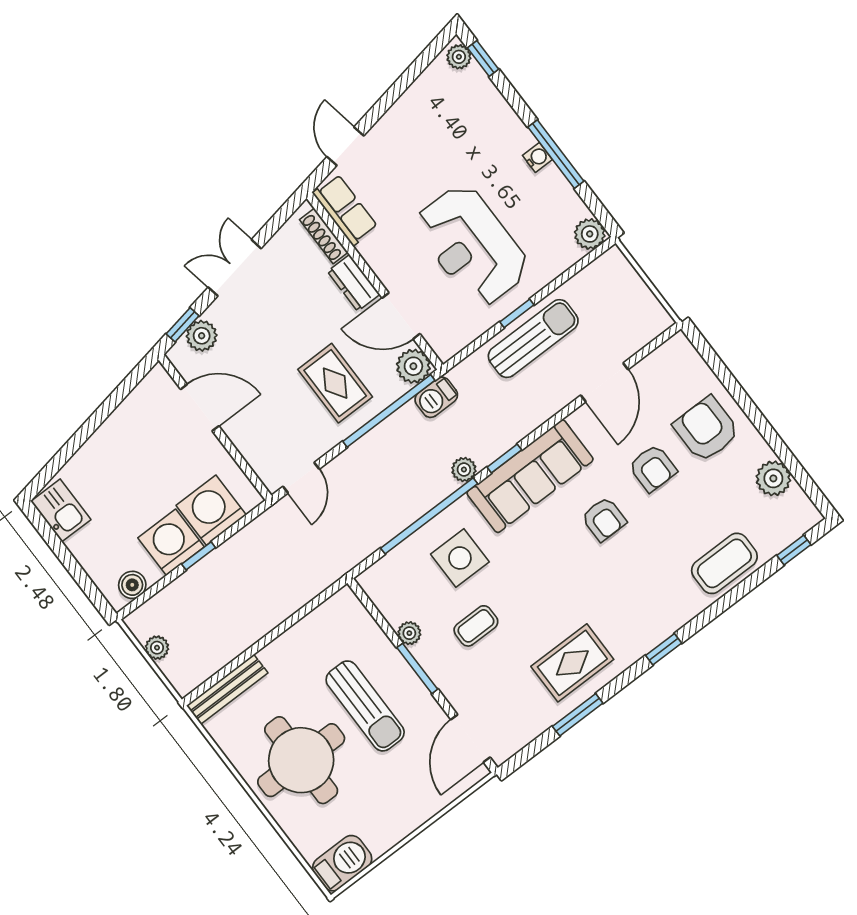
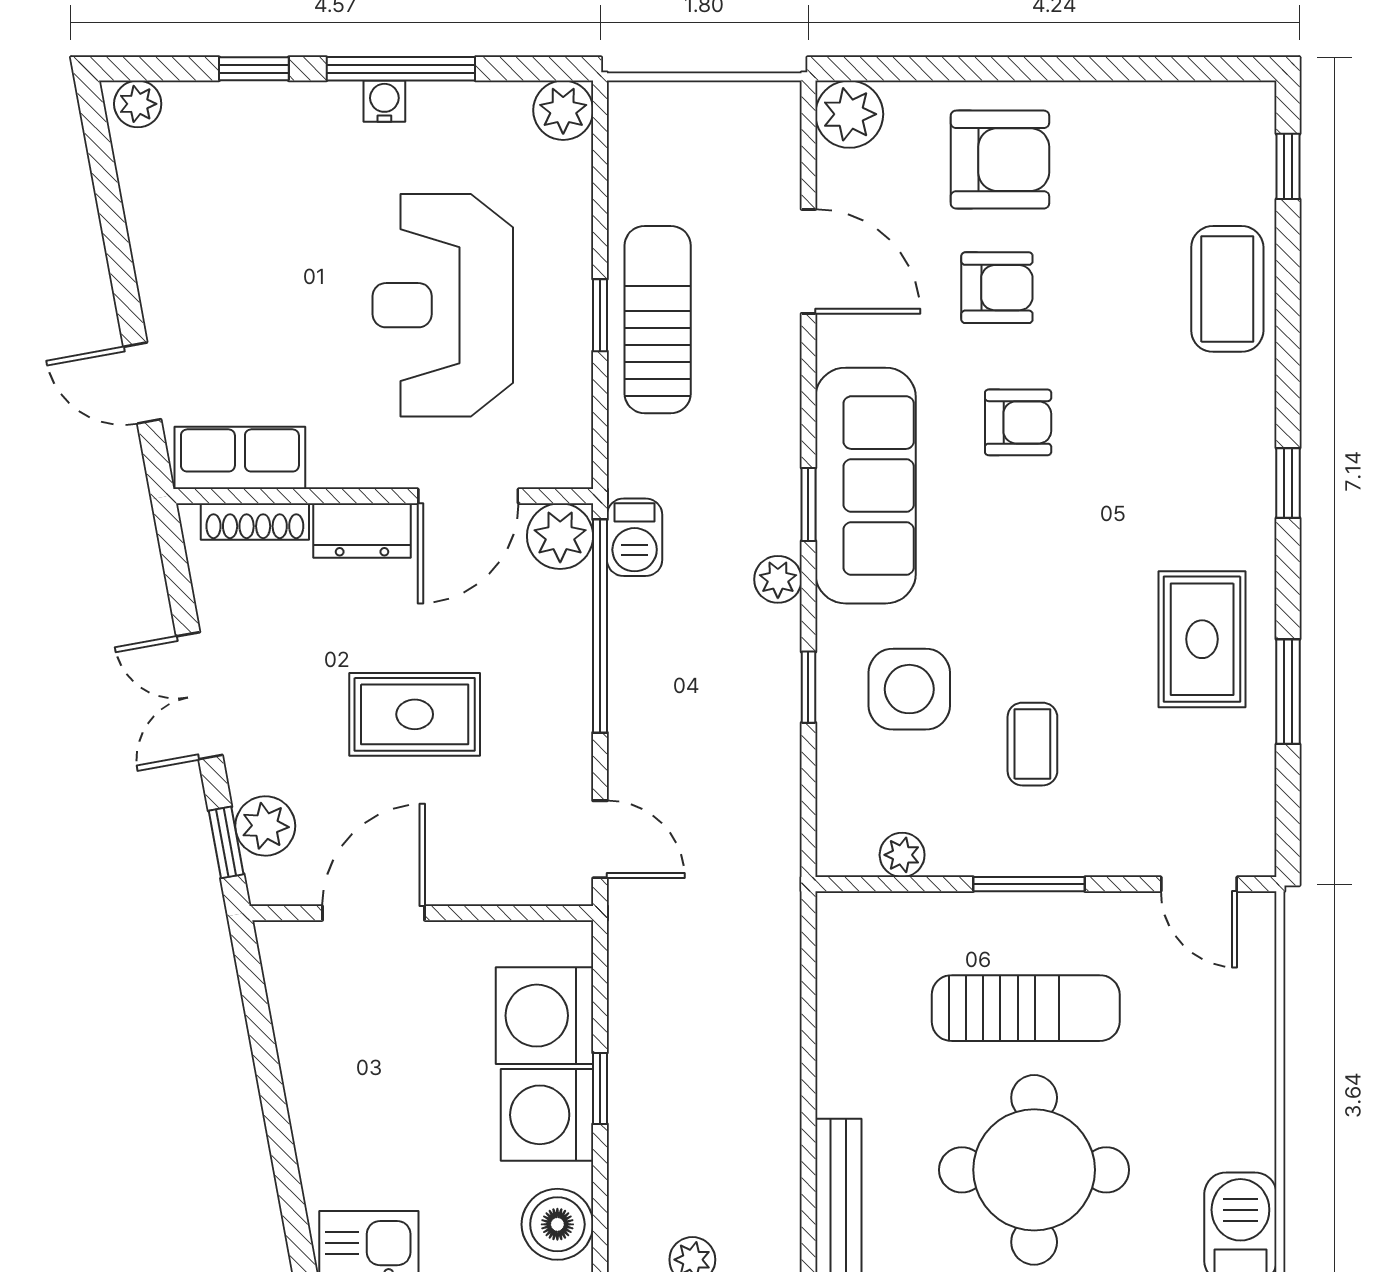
window: (483, 58) -> (254, 69), moved
reception desk: (472, 246) -> (443, 305), turned 90
rug: (335, 383) -> (415, 714), moved
armchair: (706, 429) -> (1000, 160), turned 180
plant: (773, 478) -> (849, 114), moved
window: (429, 516) -> (808, 687), width x0.32
boiler: (132, 585) -> (557, 1224), width x1.36, depth x1.36
plant: (409, 633) -> (902, 855), moved
door: (470, 738) -> (1199, 884), width x0.73

